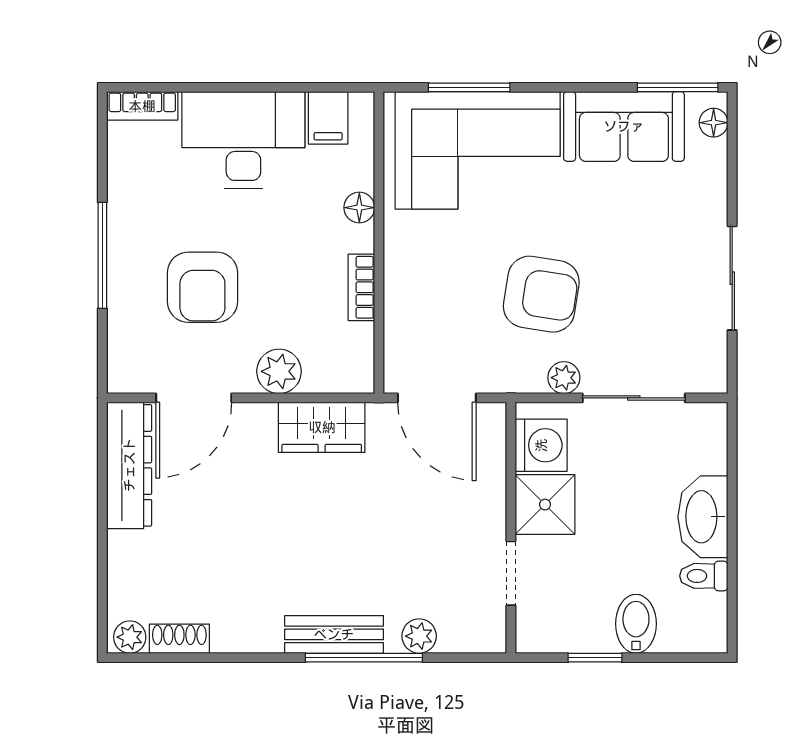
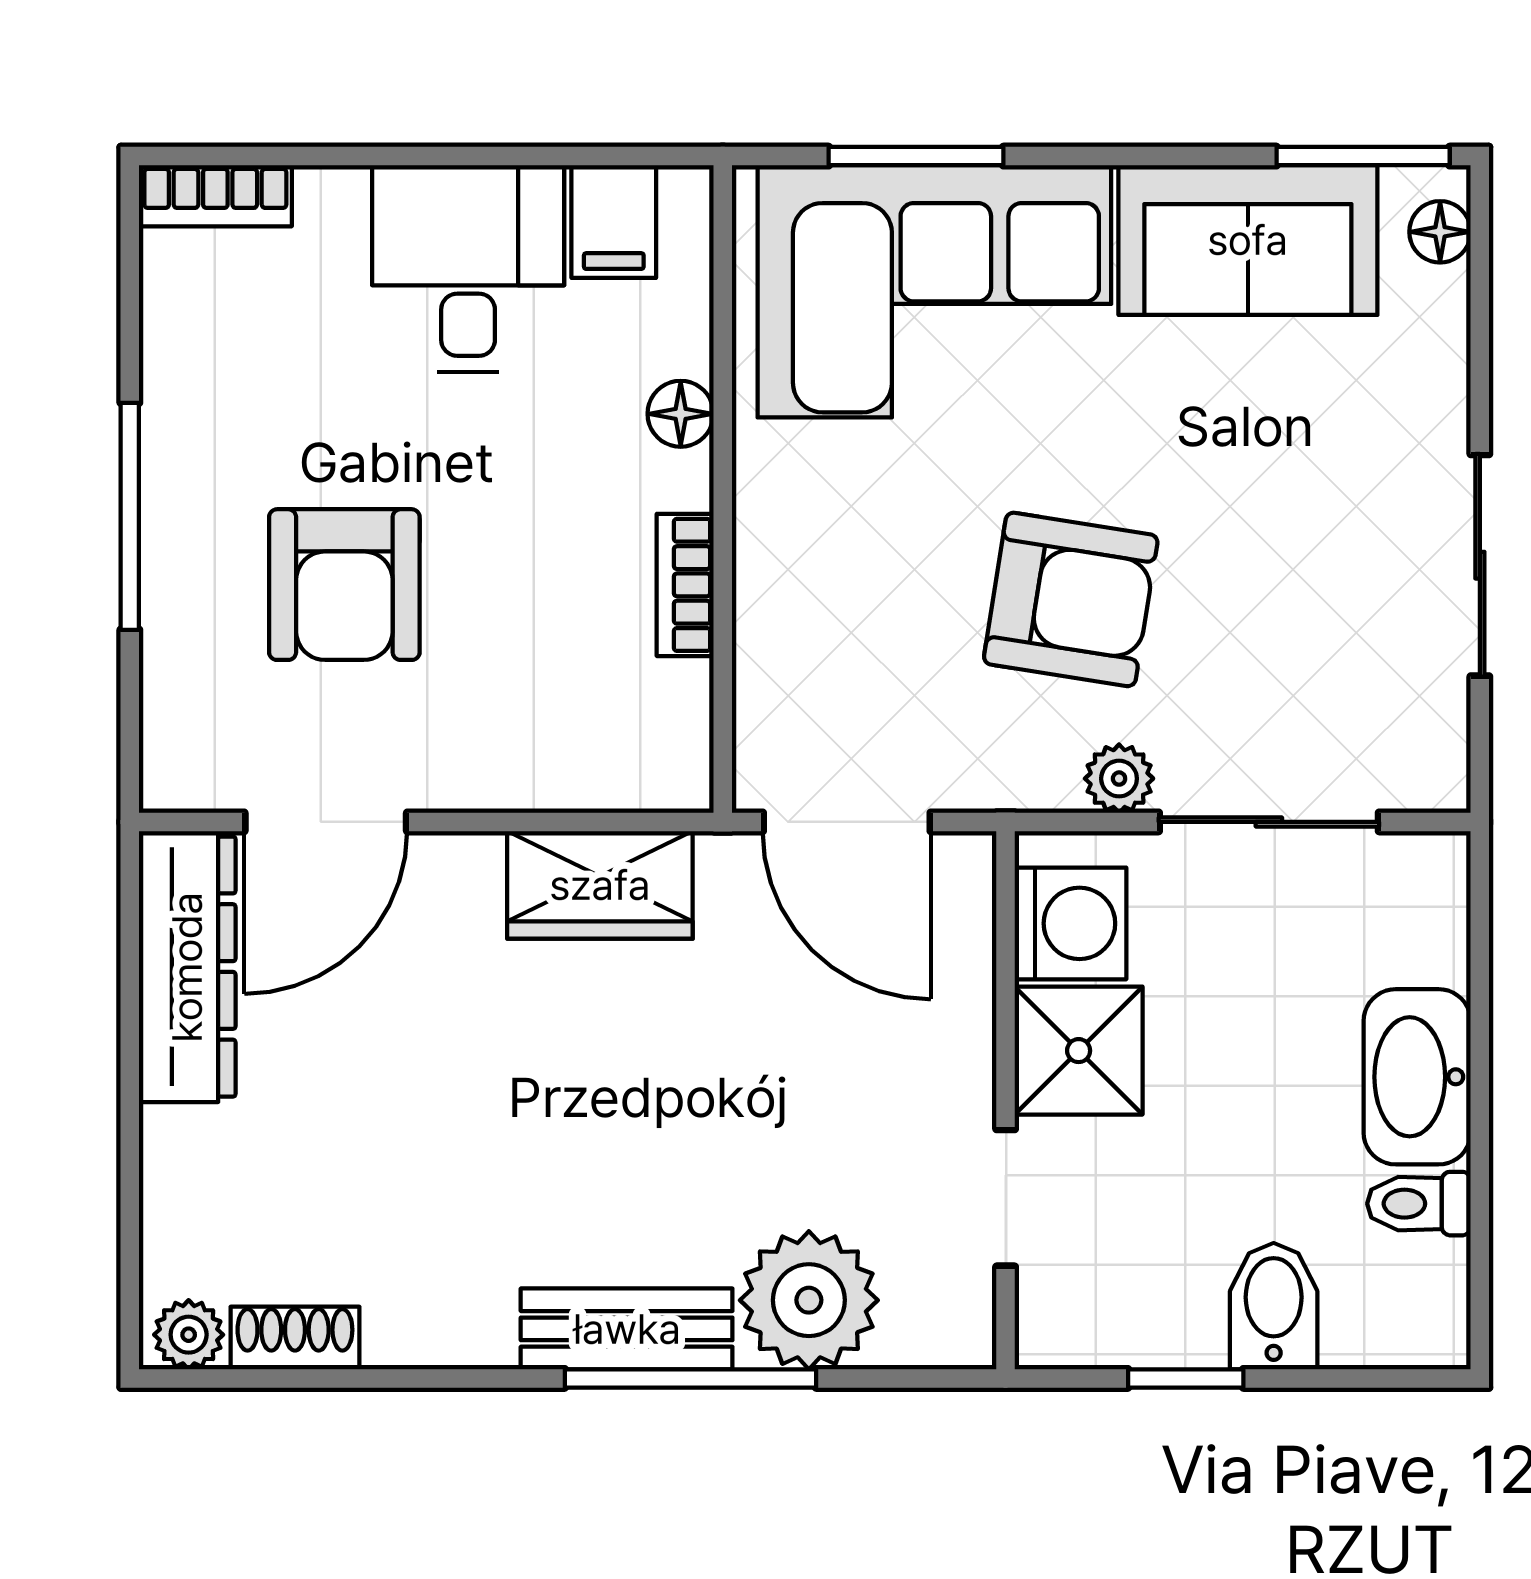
desk: (243, 140) -> (468, 269), width x0.73
plant: (279, 371) -> (508, 765), removed
plant: (419, 636) -> (809, 1300), width x1.87, depth x1.87

